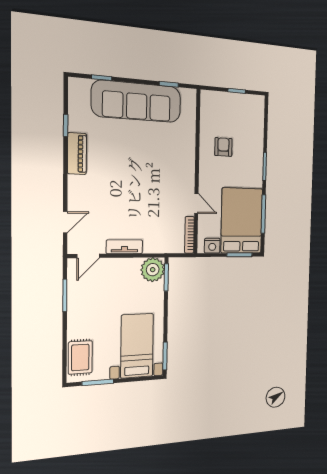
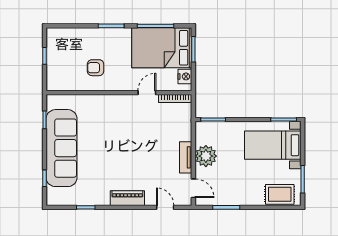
piano: (77, 154) -> (127, 198), moved
plant: (153, 270) -> (206, 156), moved

